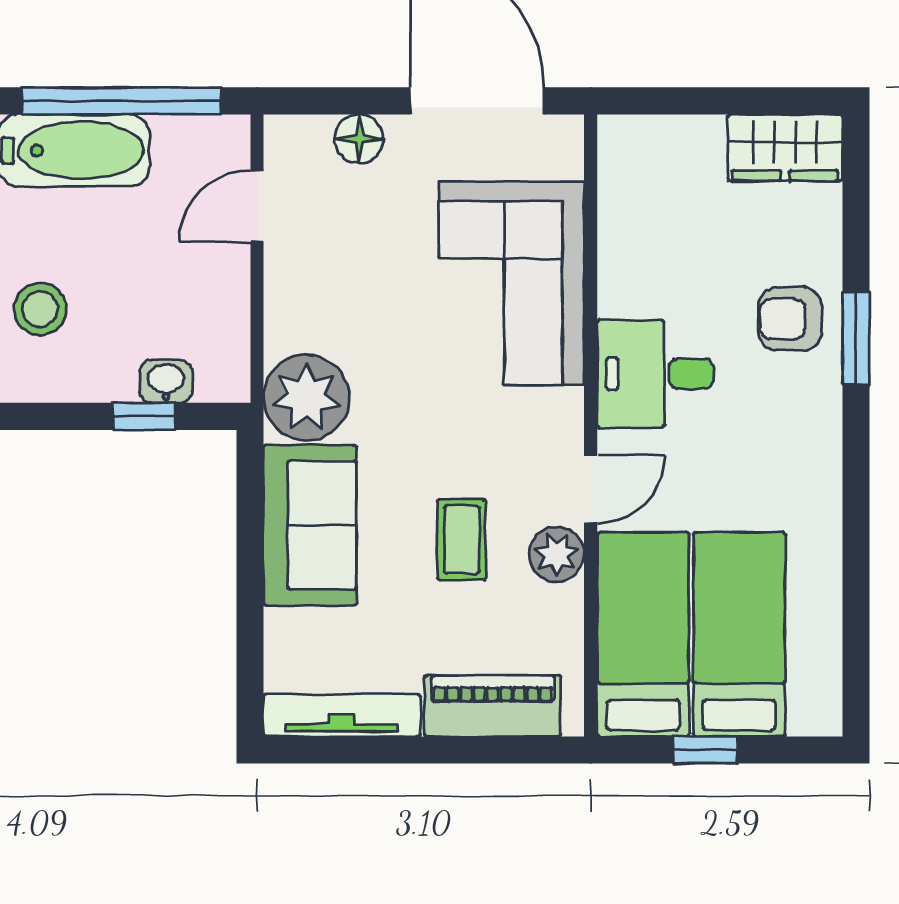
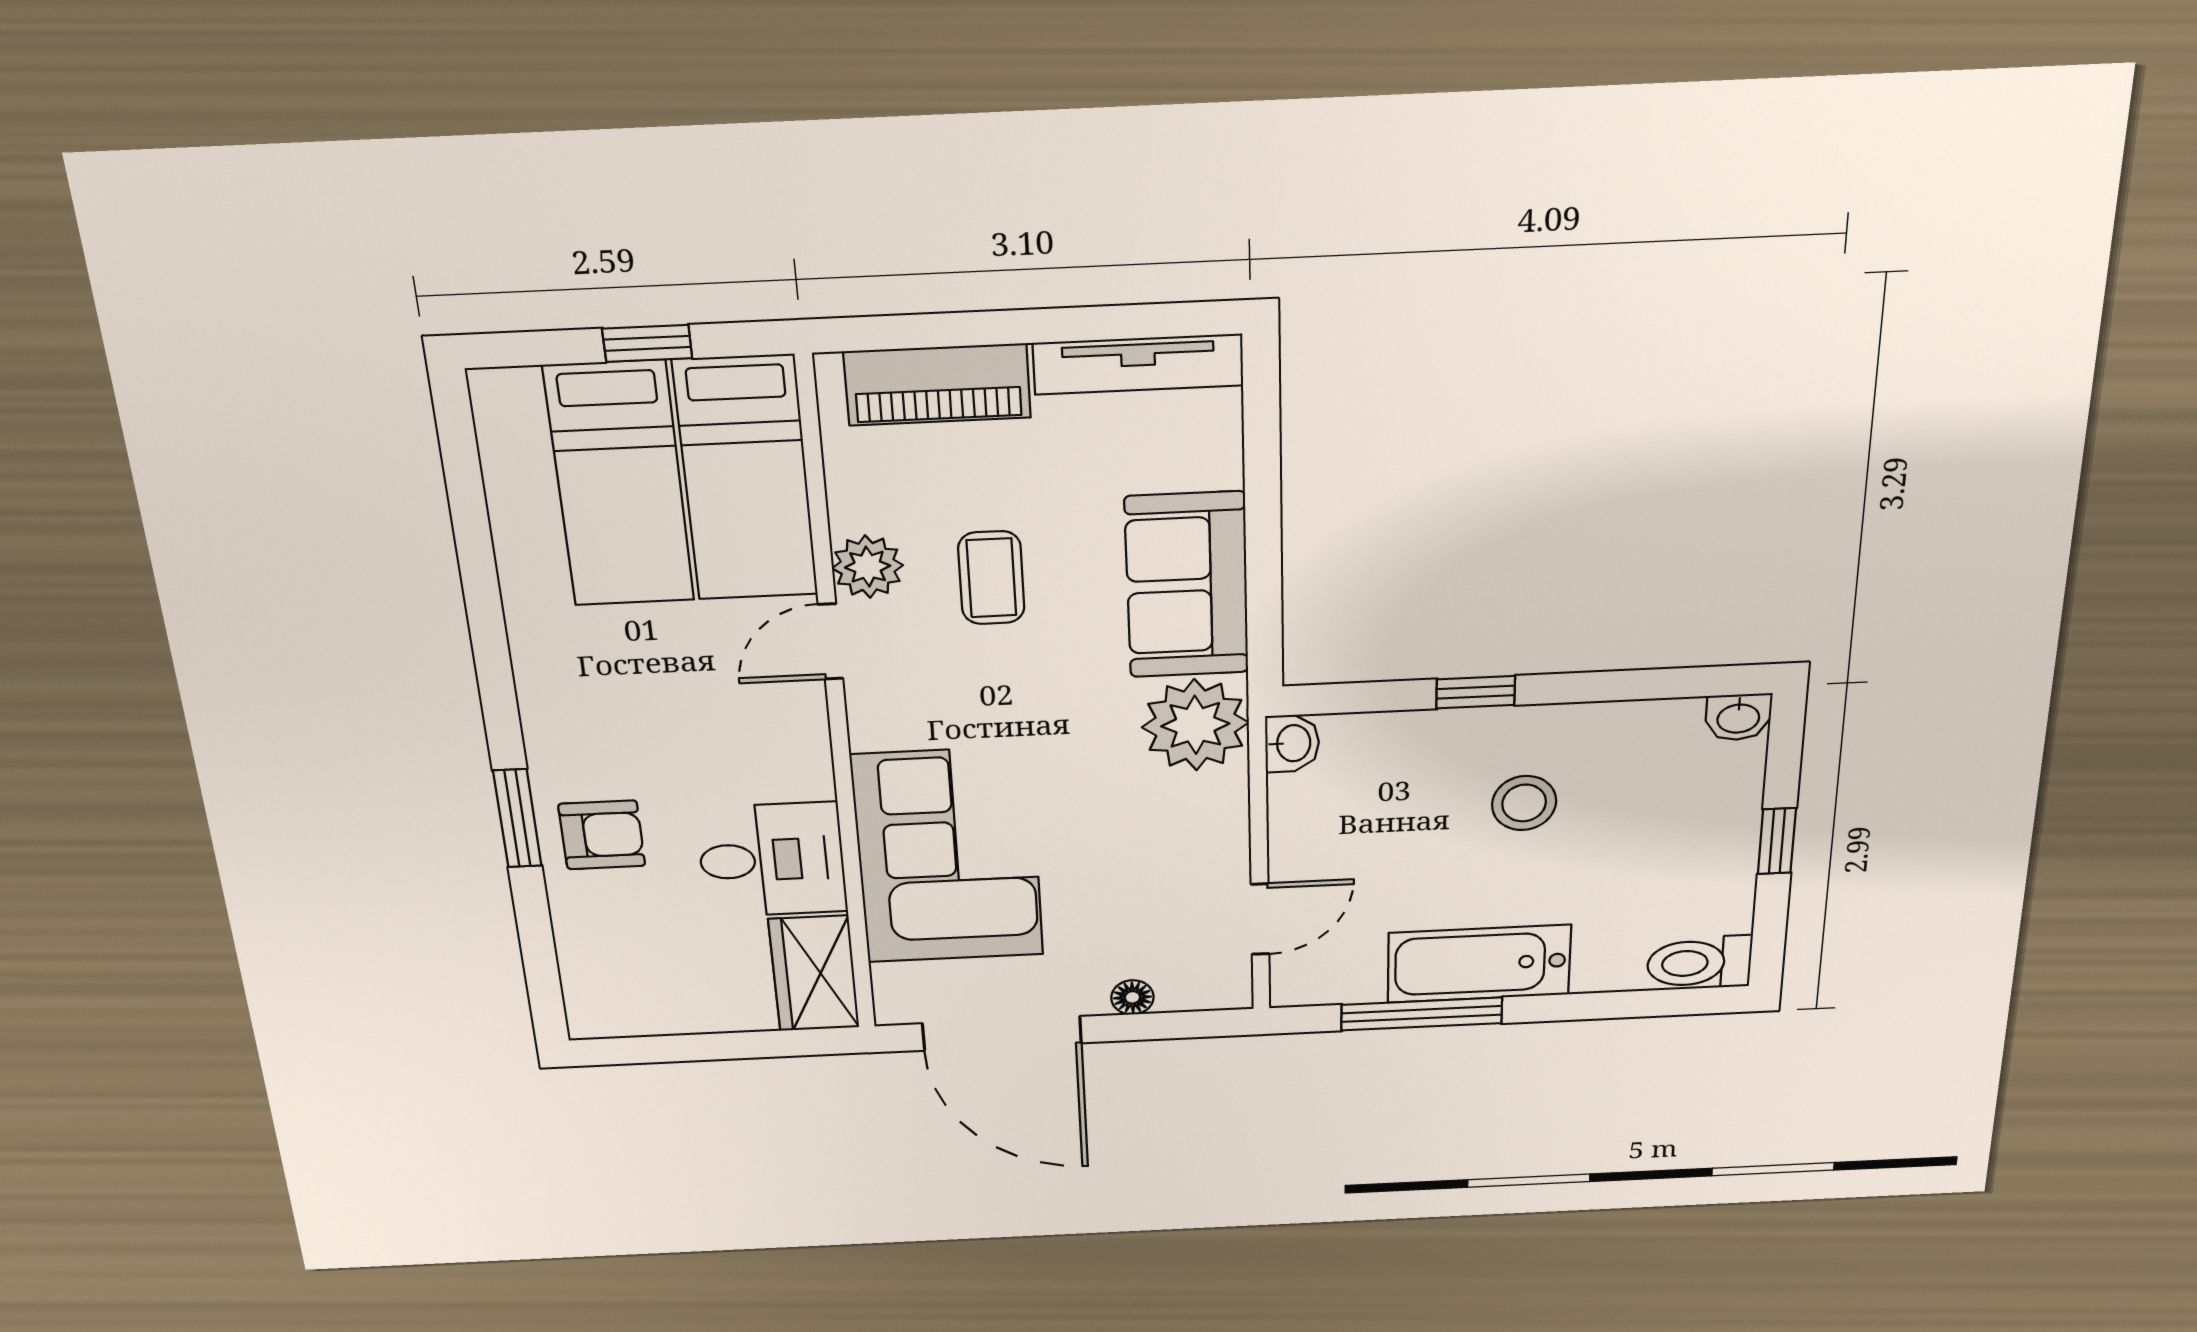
window: (121, 101) -> (1422, 1014), width x0.68
floor lamp: (359, 139) -> (1132, 997), width x0.73, depth x0.73
wardrobe: (785, 148) -> (814, 974), moved, turned -90
desk: (655, 374) -> (772, 860), moved
washbasin: (166, 381) -> (1292, 743), moved, turned -90
window: (144, 416) -> (1476, 692), moved

